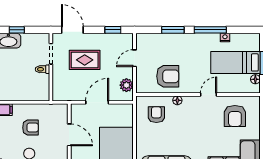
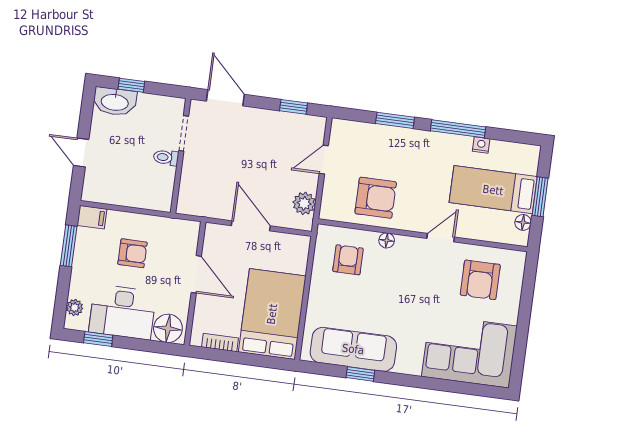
rug: (85, 60) -> (239, 151), removed
door: (97, 102) -> (251, 226), hinge flipped

